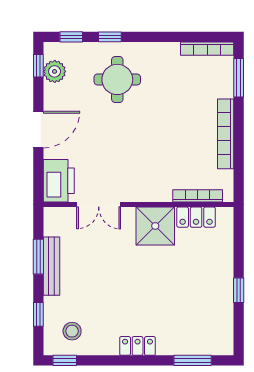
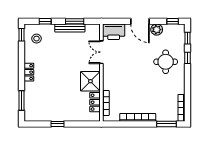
plant: (55, 71) -> (157, 30), moved

